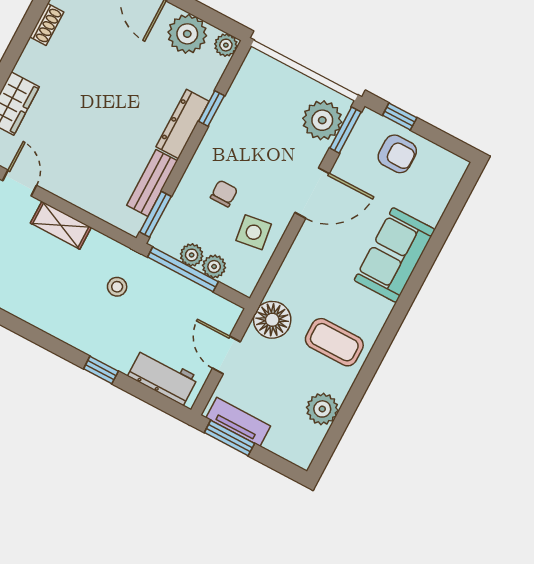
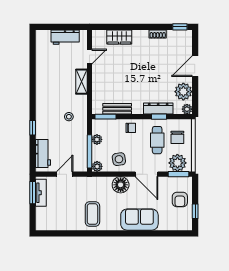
chair: (272, 94) -> (177, 137), added
window: (400, 116) -> (195, 211), moved
dresser: (183, 124) -> (158, 109), moved
cafe table: (256, 137) -> (157, 140), added
chair: (224, 193) -> (131, 128), moved
plant: (214, 267) -> (97, 166), moved
window: (183, 269) -> (89, 151), moved
floor lamp: (272, 320) -> (121, 185), moved
plant: (322, 409) -> (64, 223), removed

